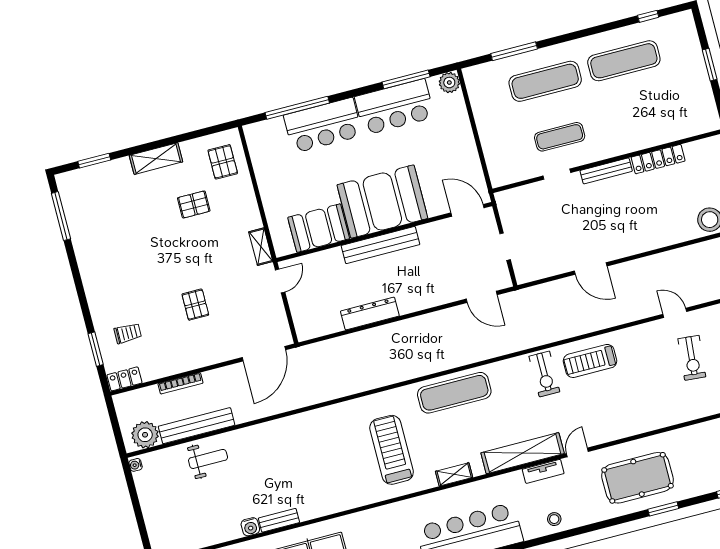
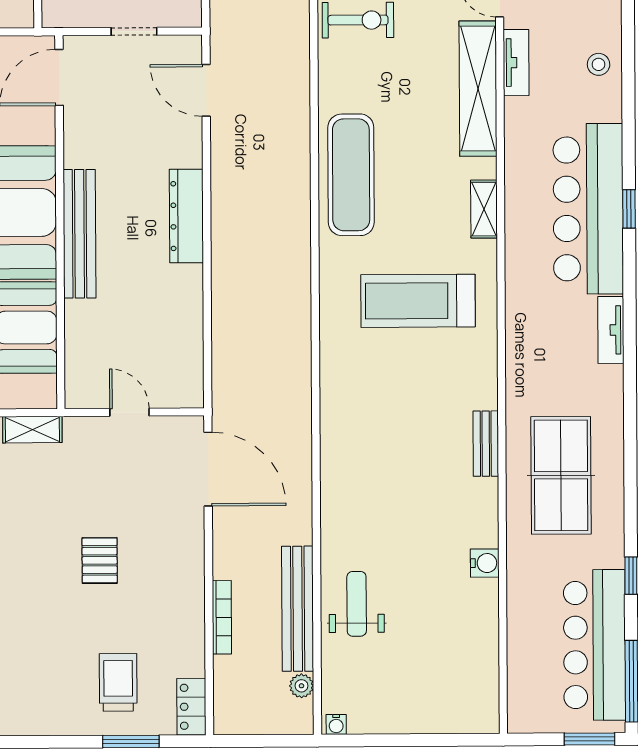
door: (280, 281) -> (129, 412), moved
door: (482, 297) -> (206, 90), swing flipped
pallet: (195, 305) -> (100, 560), turned 90
dresser: (370, 314) -> (186, 216), moved
trolley: (128, 333) -> (118, 682), width x1.36, depth x1.39
plant: (145, 435) -> (301, 686), width x0.53, depth x0.53
bench: (279, 520) -> (486, 444), moved

